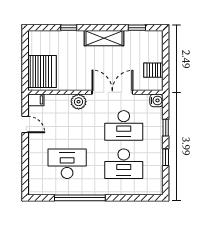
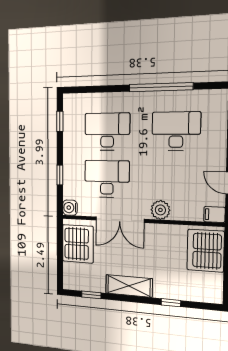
server rack: (153, 70) -> (78, 244), width x2.18, depth x1.44
window: (166, 157) -> (60, 121), moved
desk: (67, 164) -> (176, 131), turned 180

